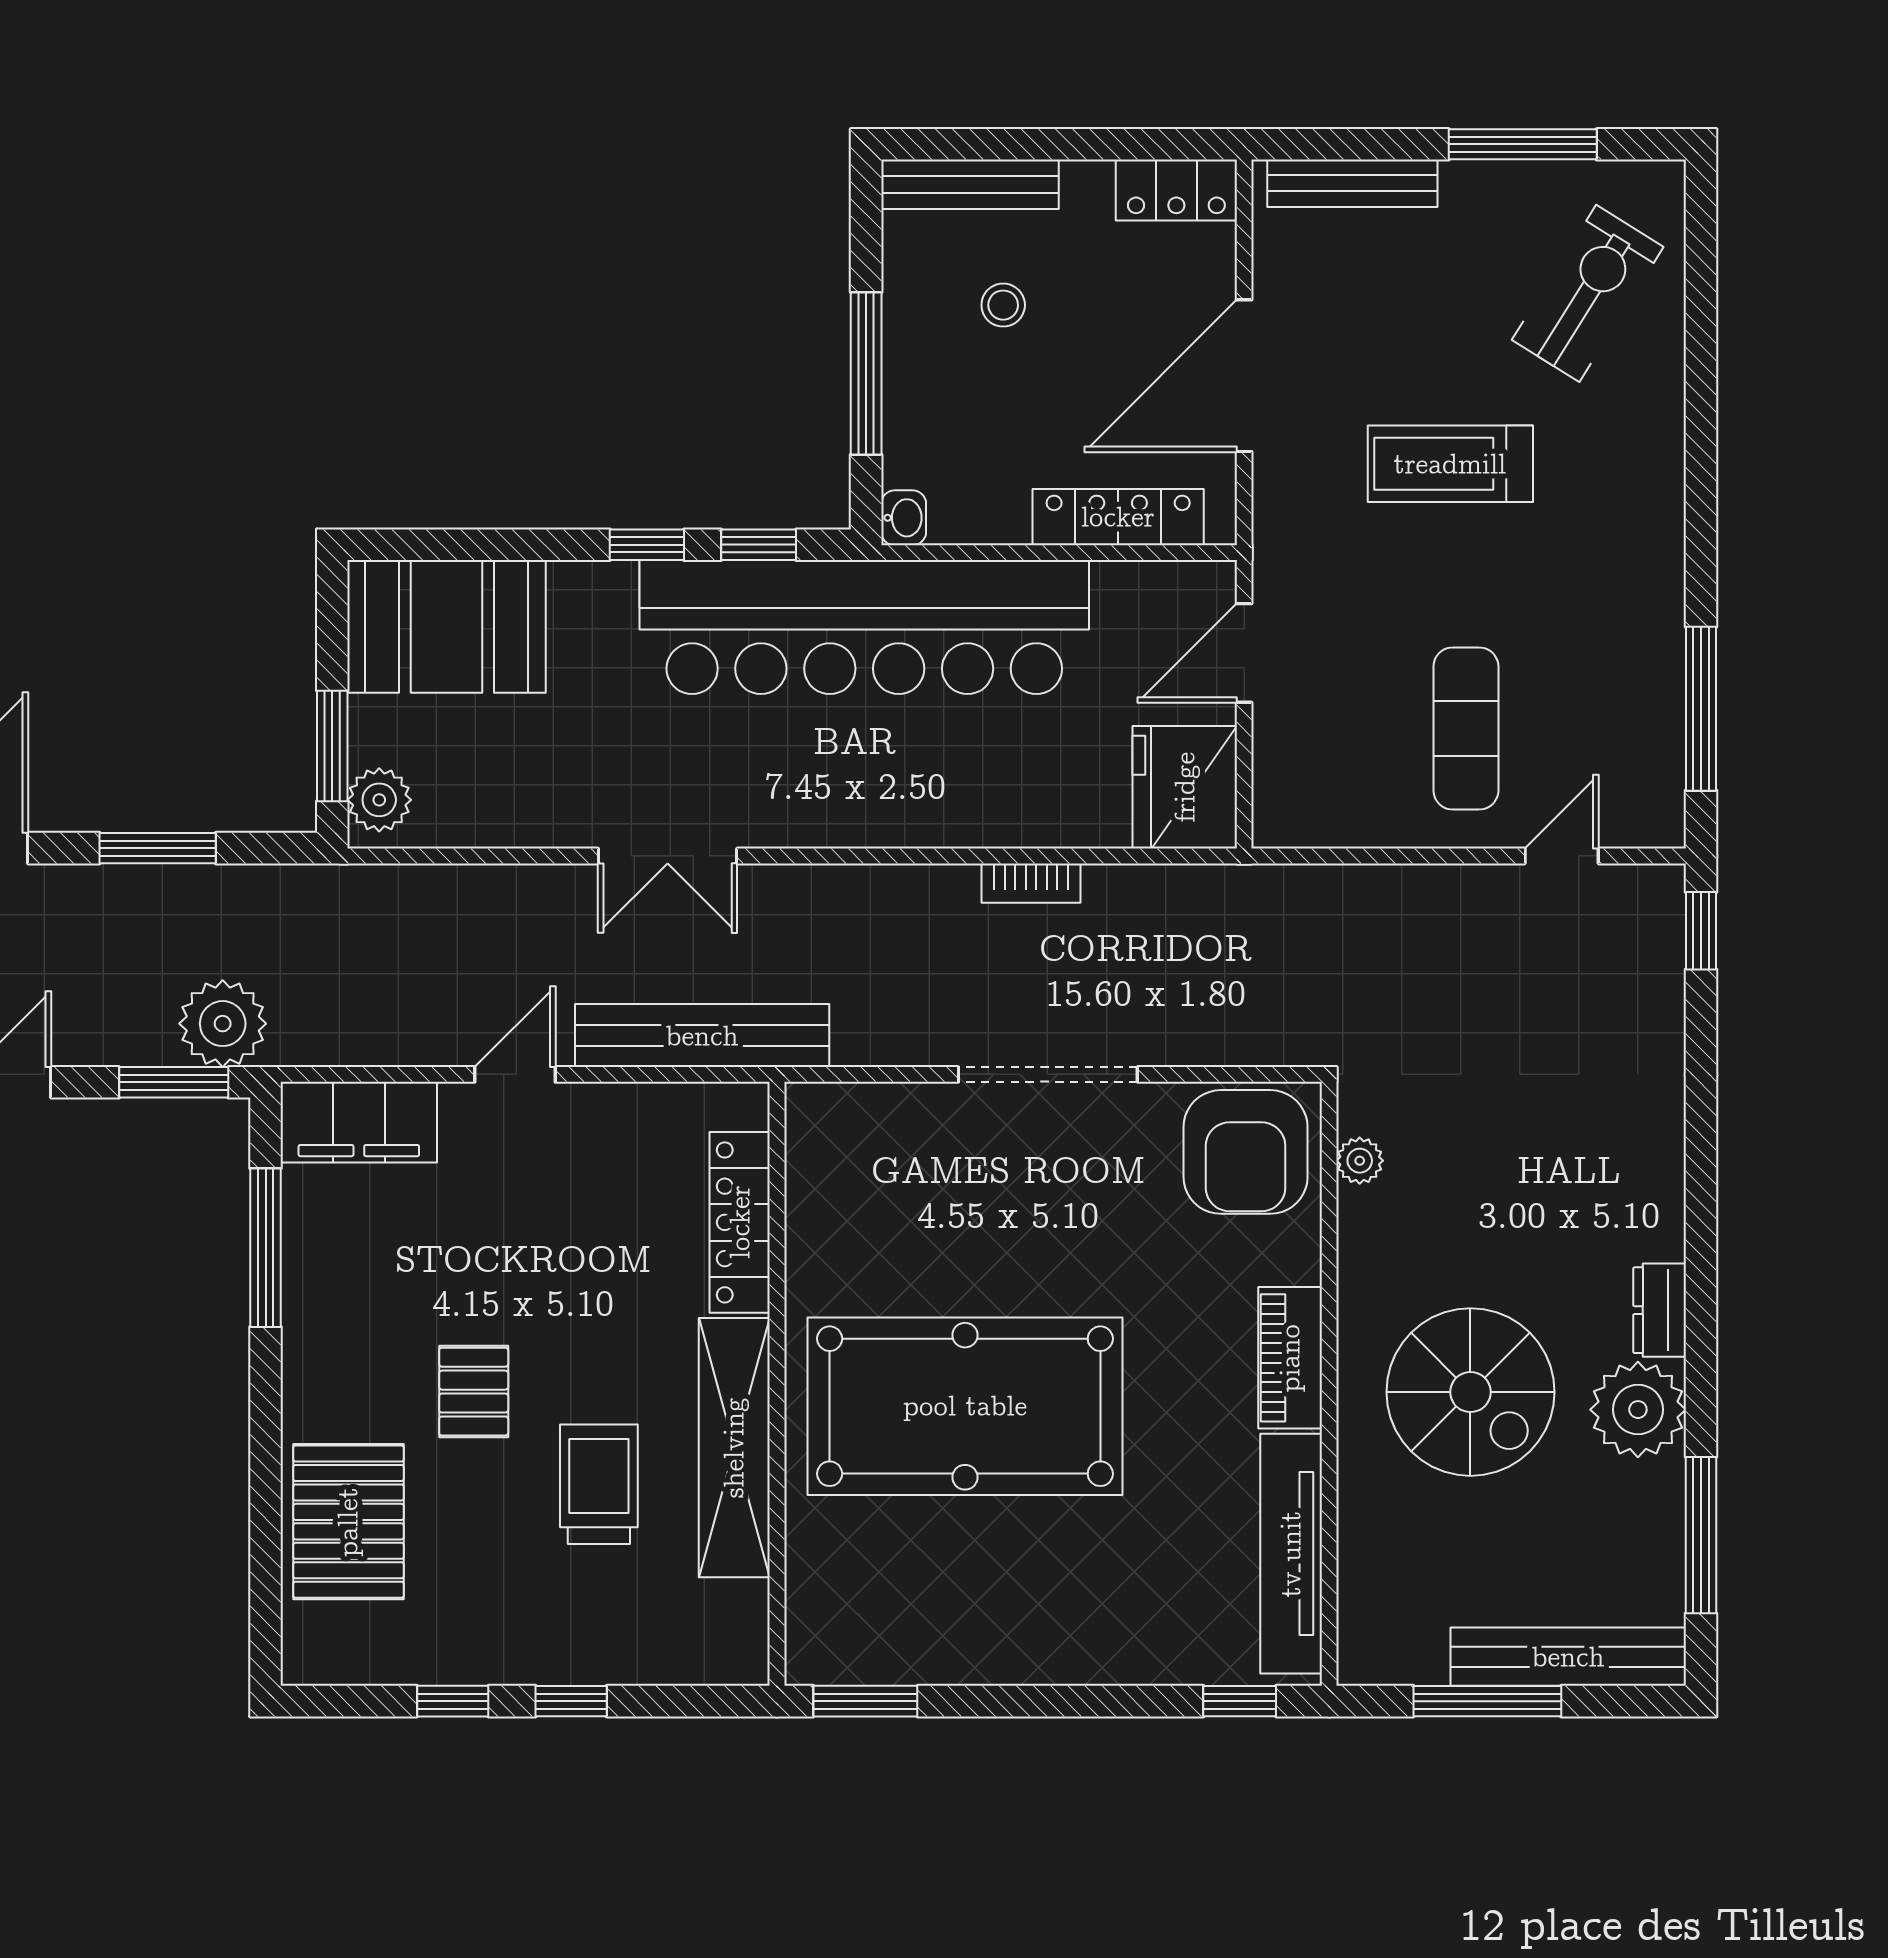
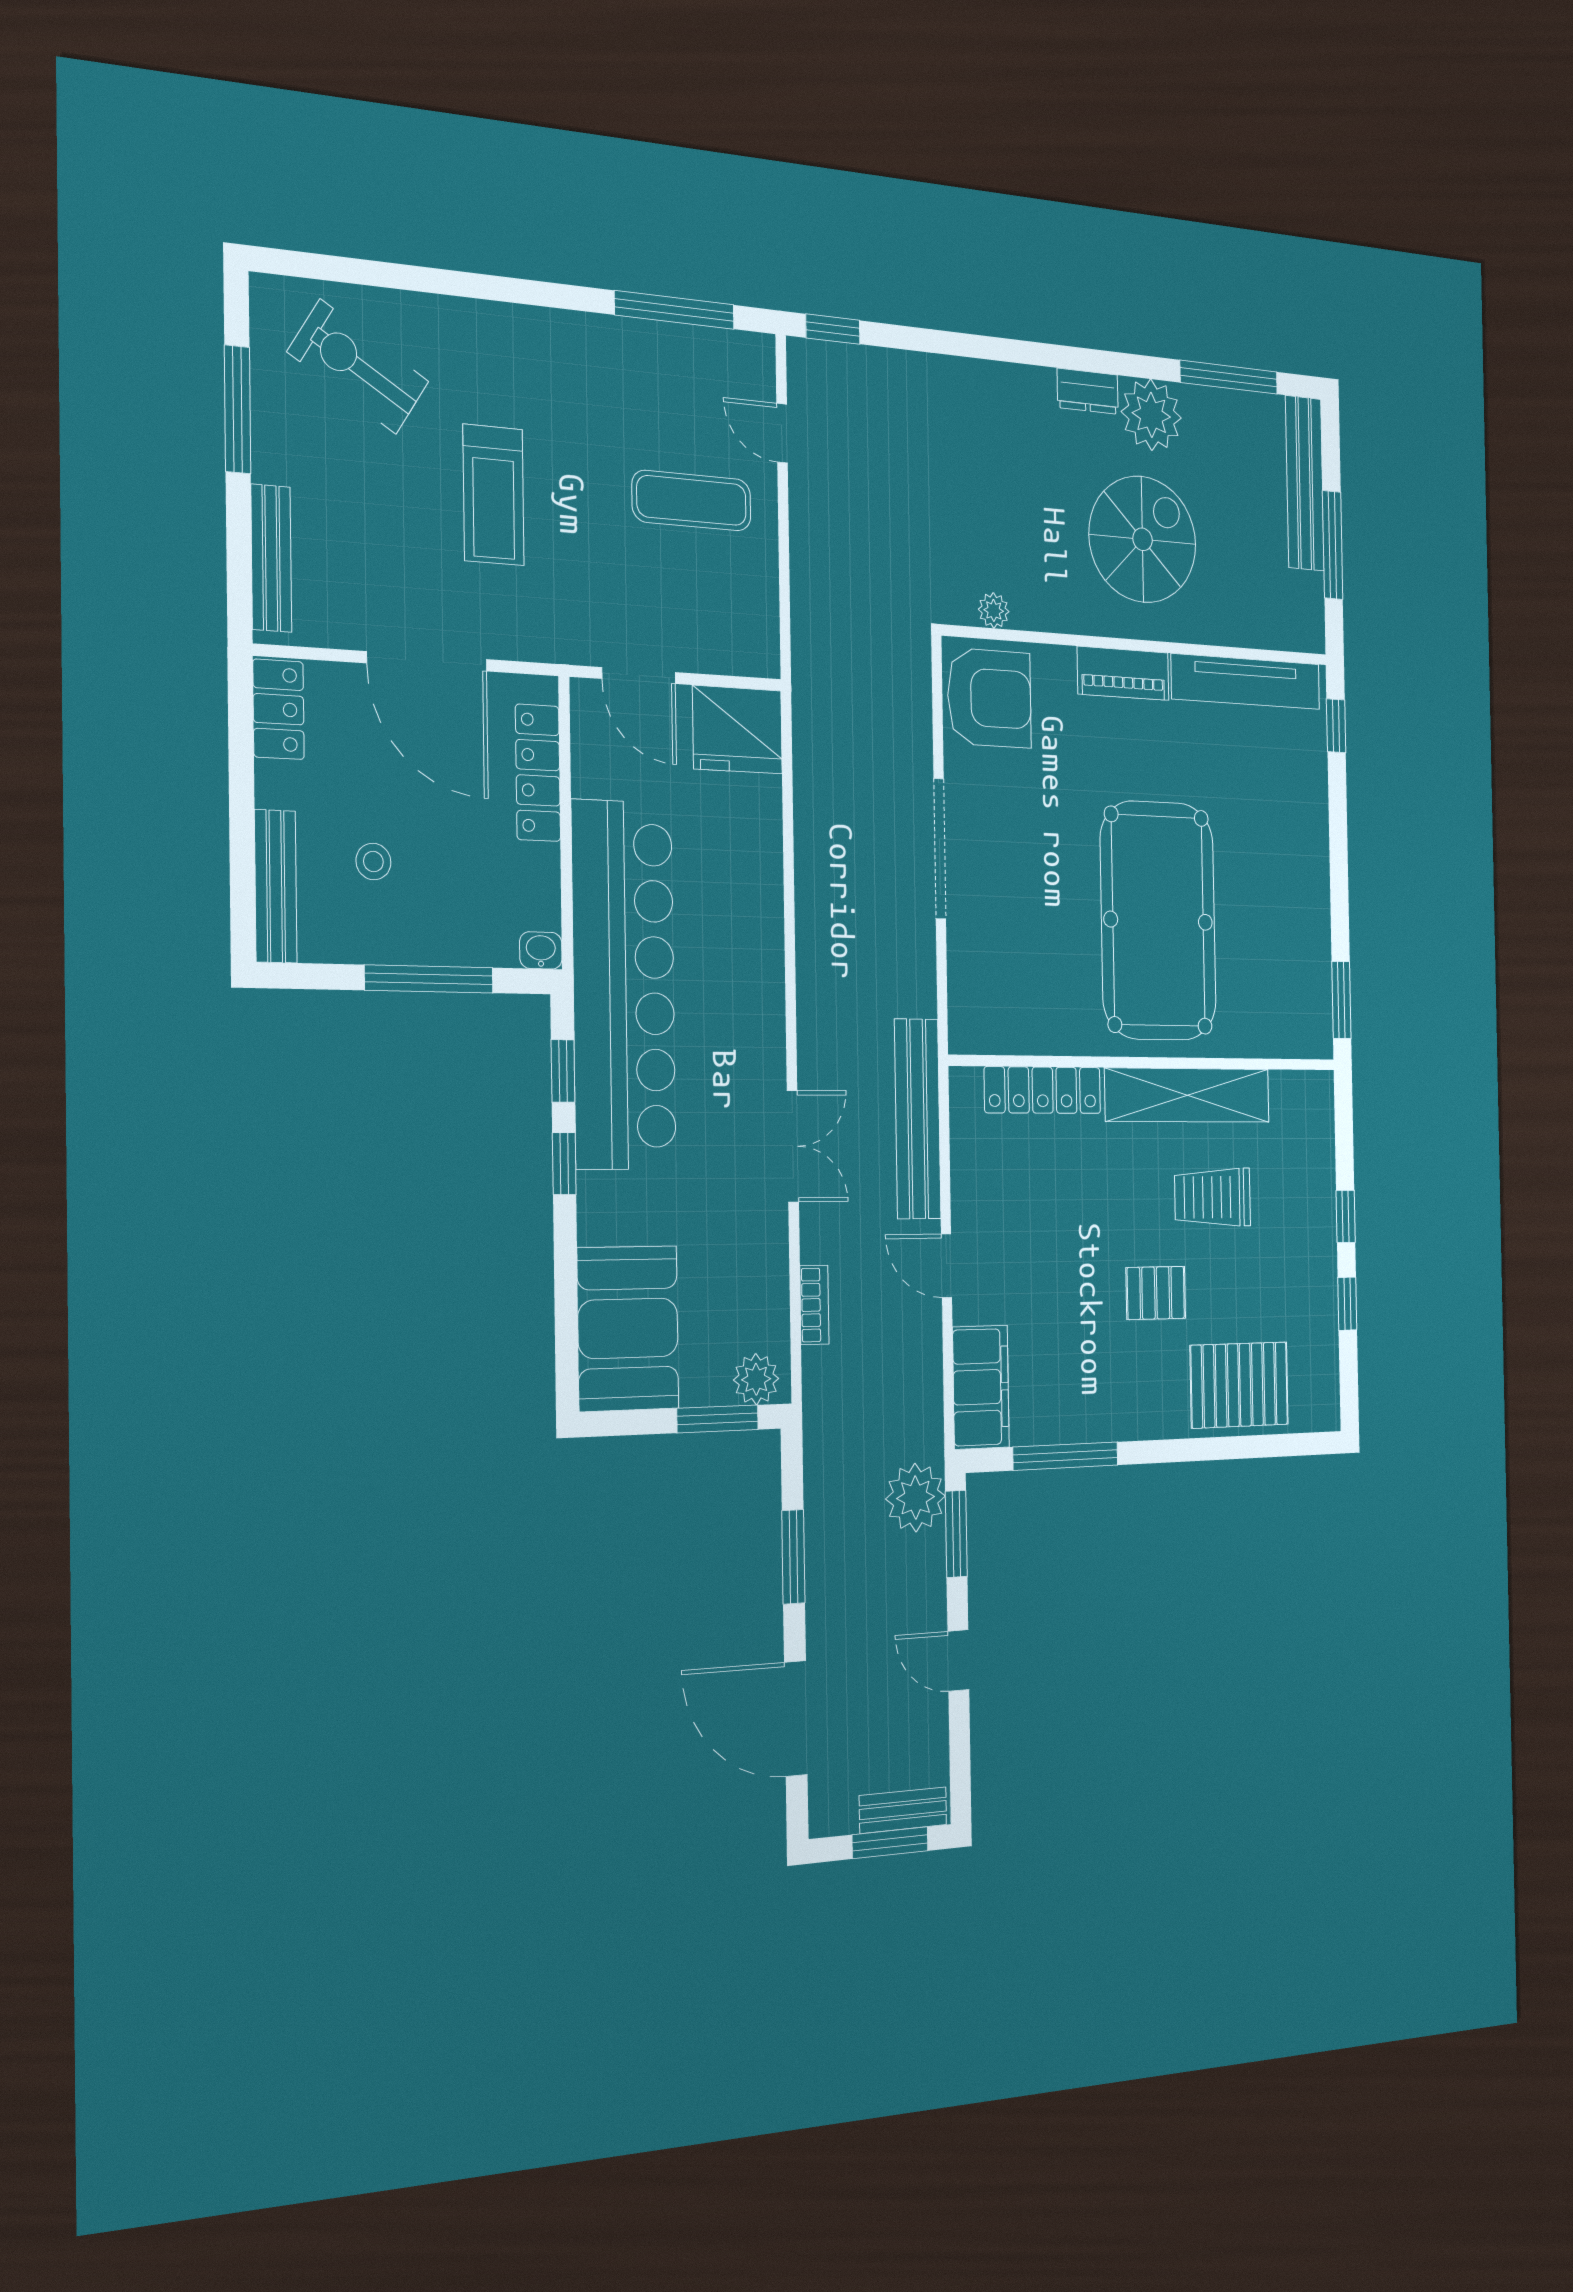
bookcase: (1031, 883) -> (814, 1305), moved

